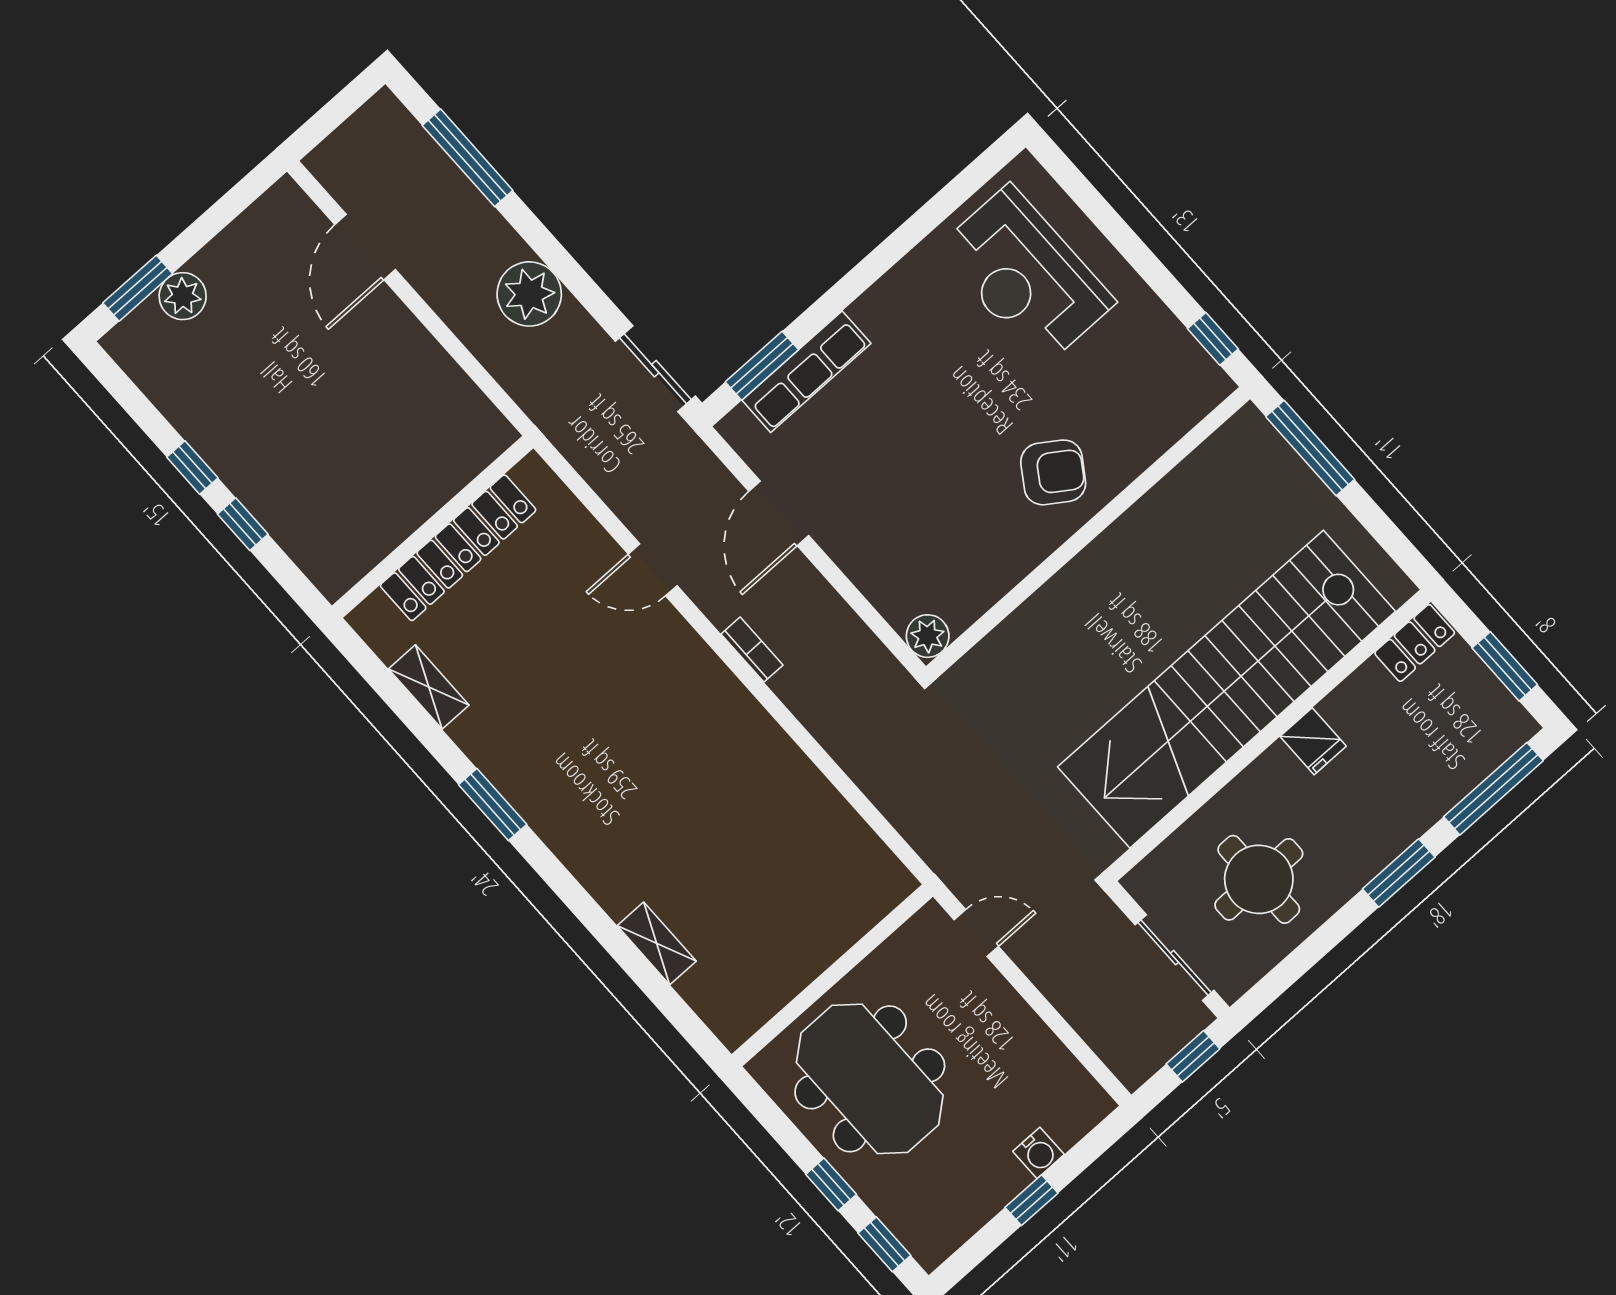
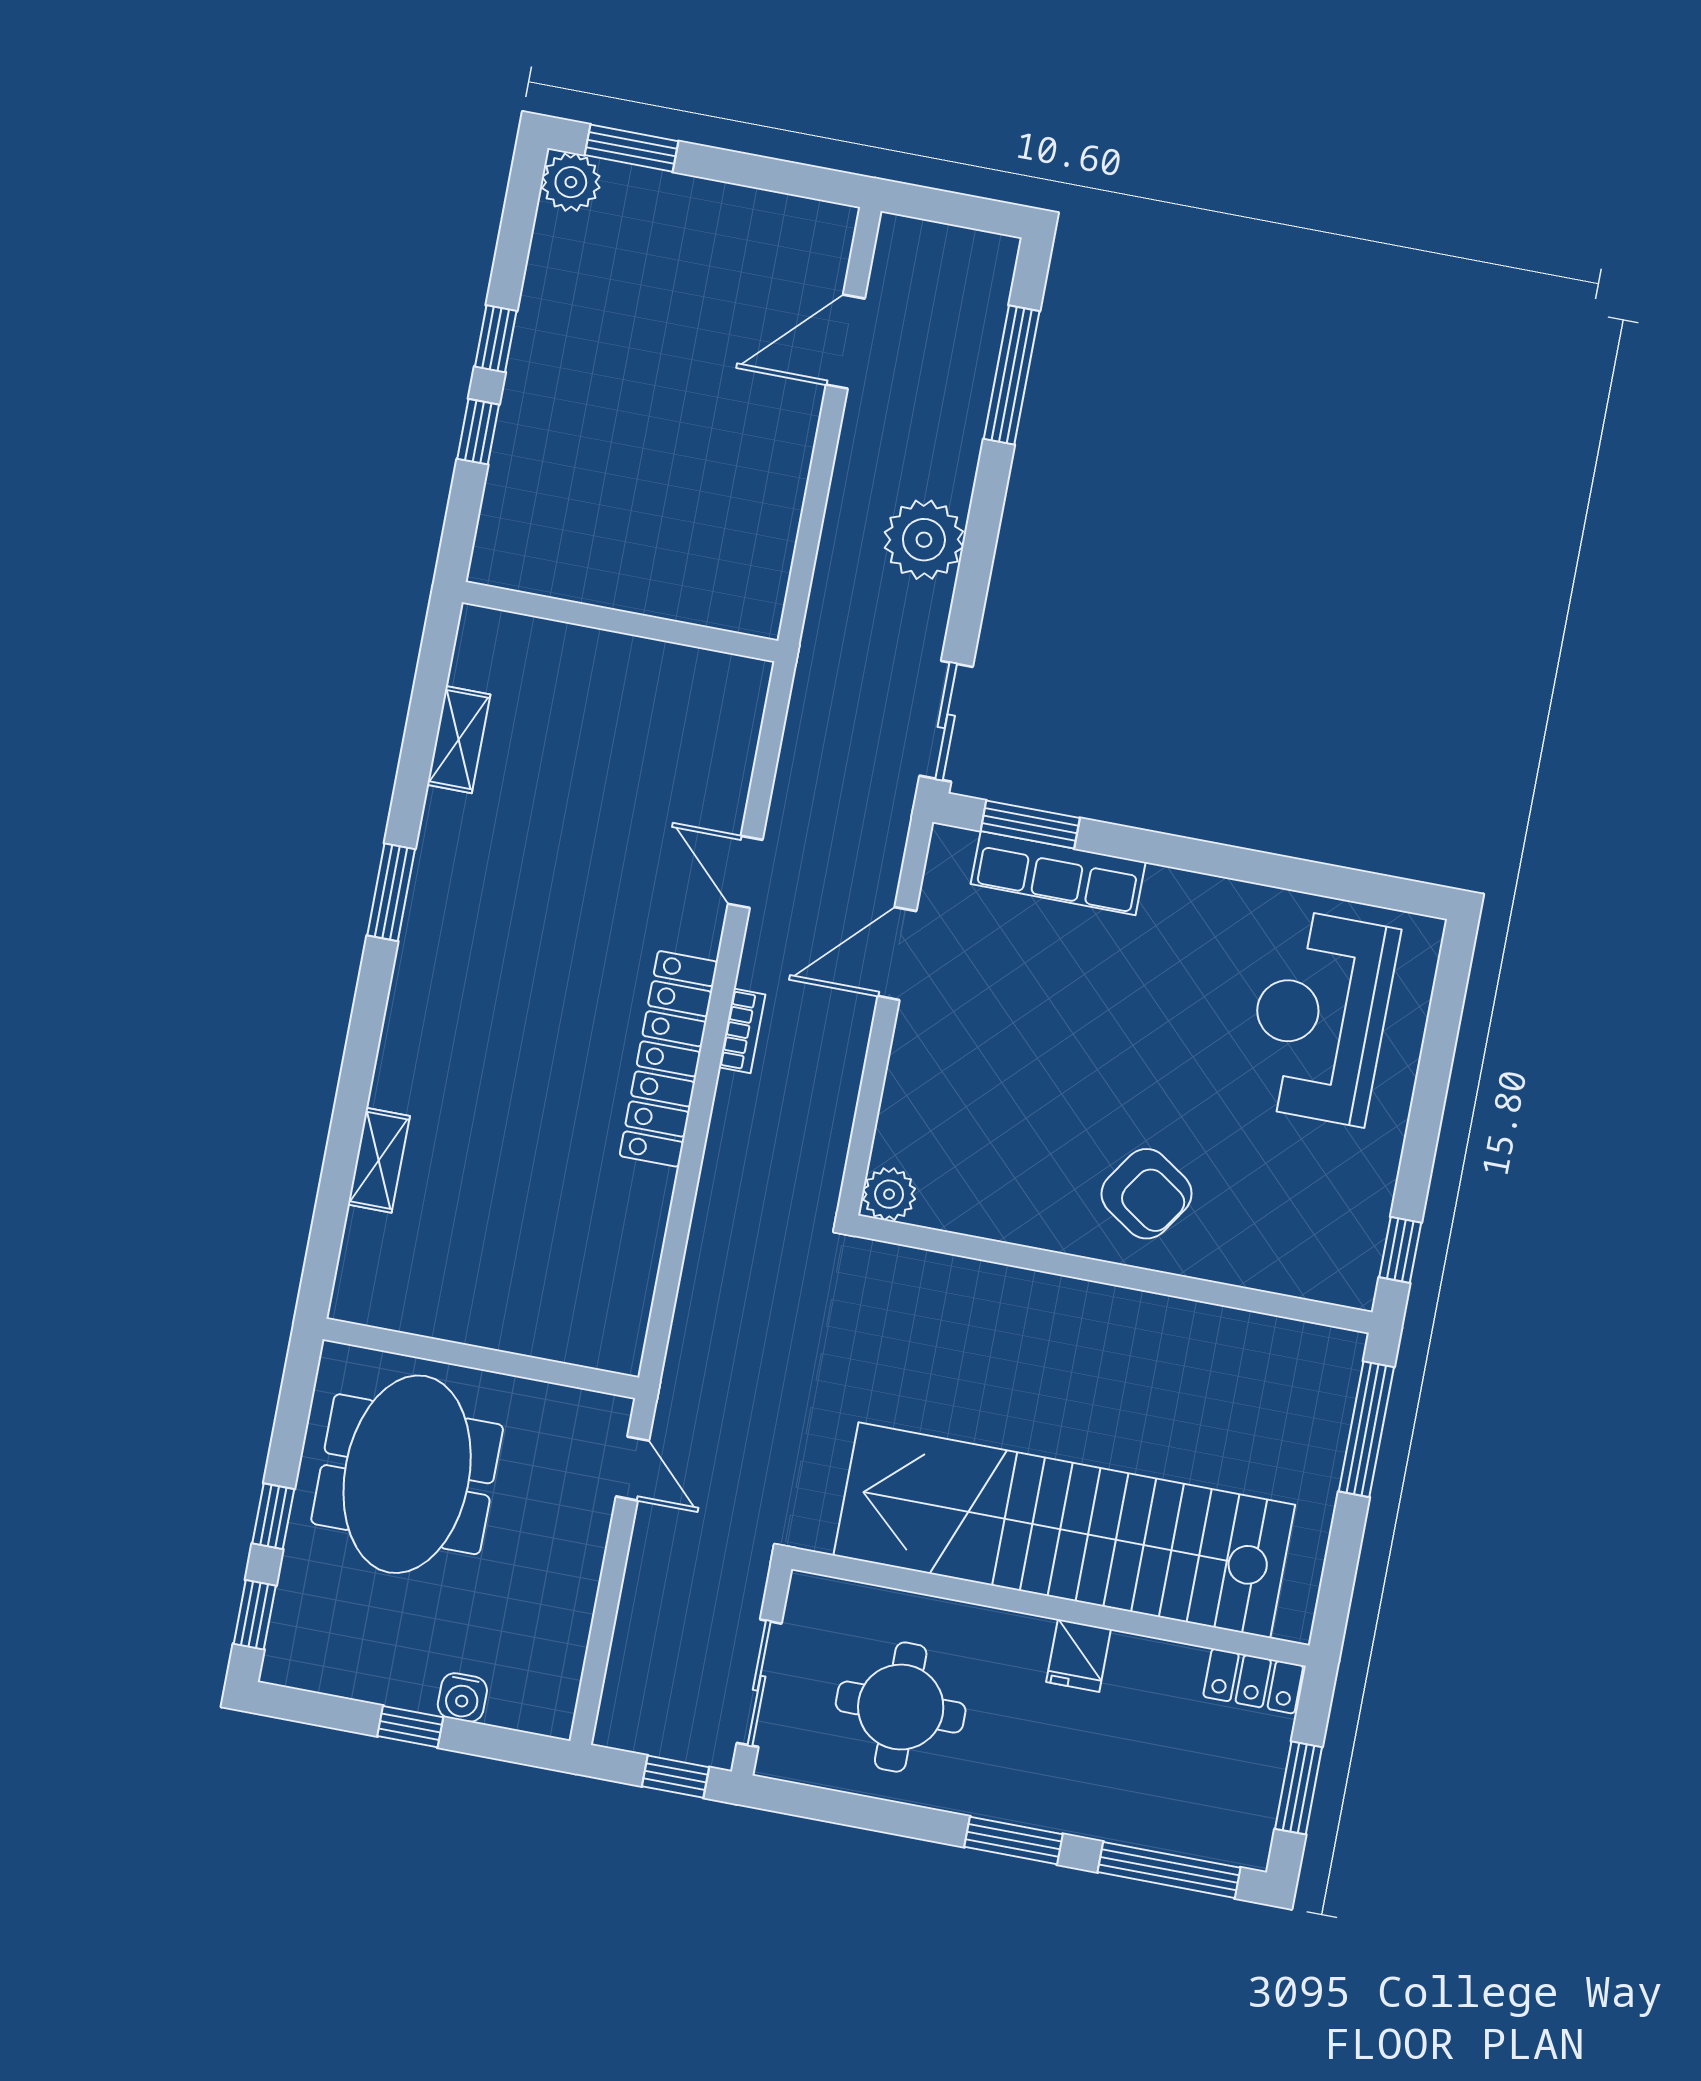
plant: (183, 296) -> (571, 182), moved
locker: (458, 548) -> (669, 1059), moved, turned 90

